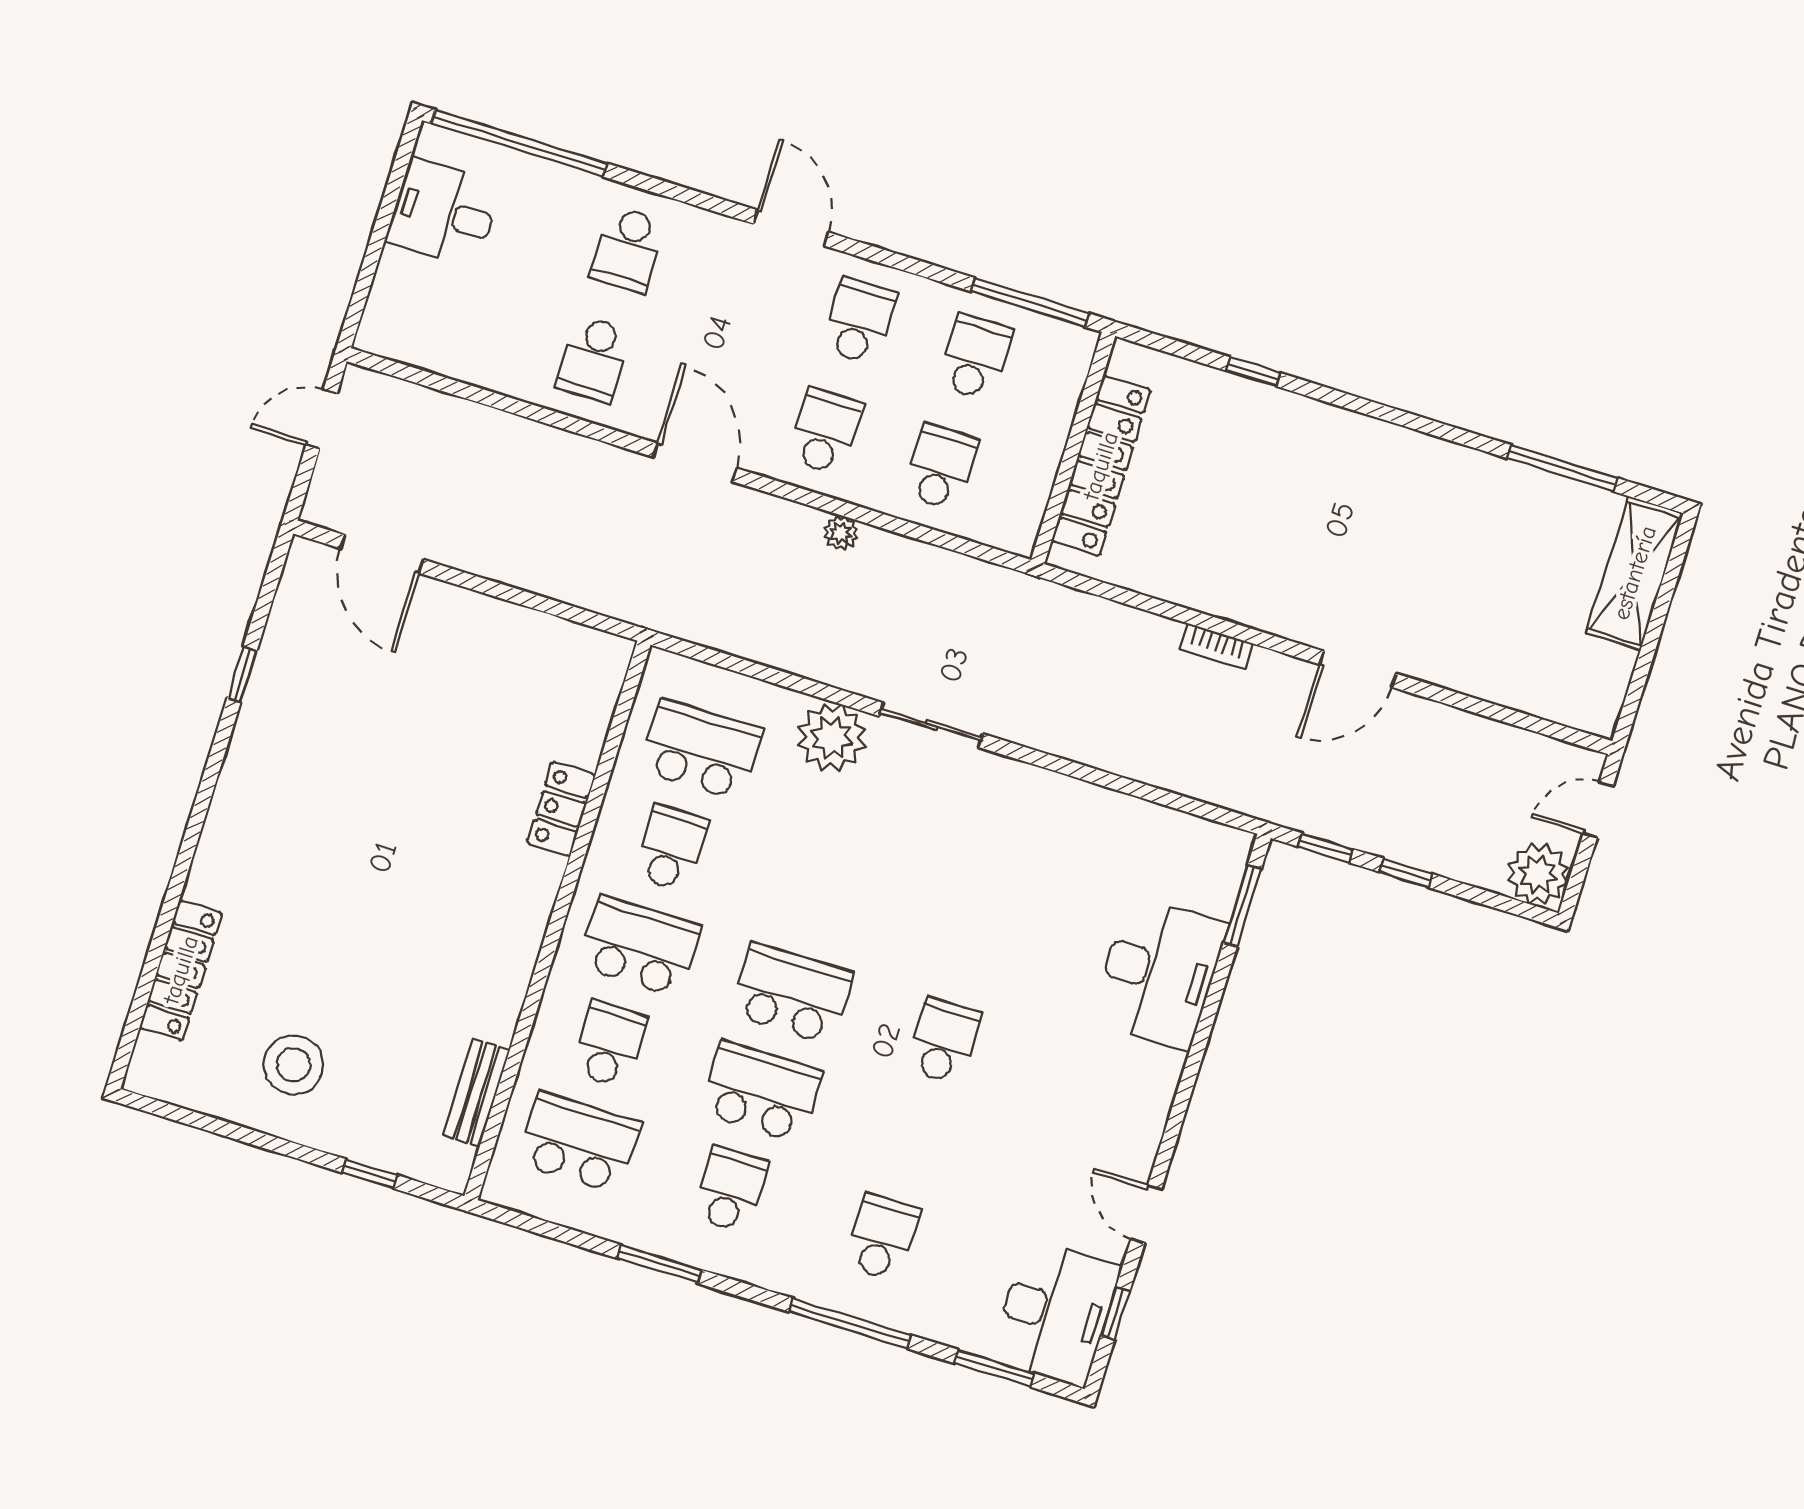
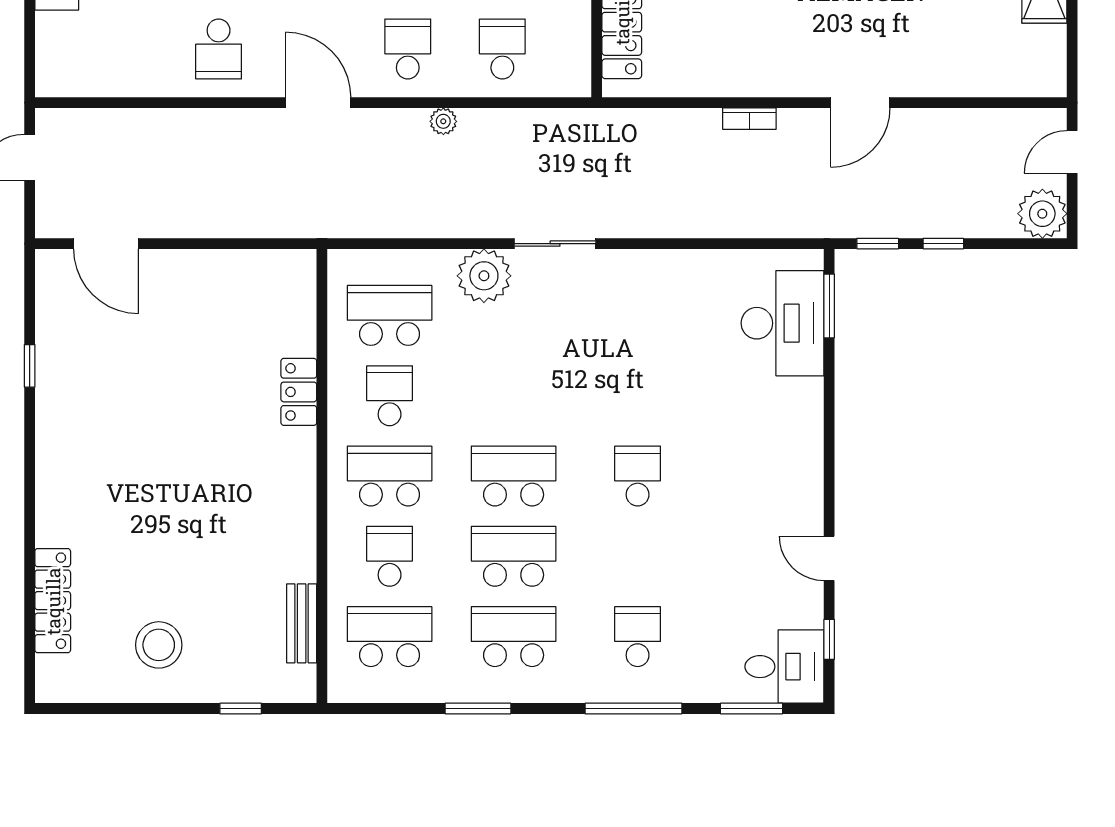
desk: (1159, 972) -> (782, 323), moved
school desk: (731, 1190) -> (514, 637), width x1.85
desk: (1055, 1313) -> (784, 667), width x0.73

